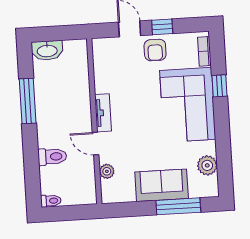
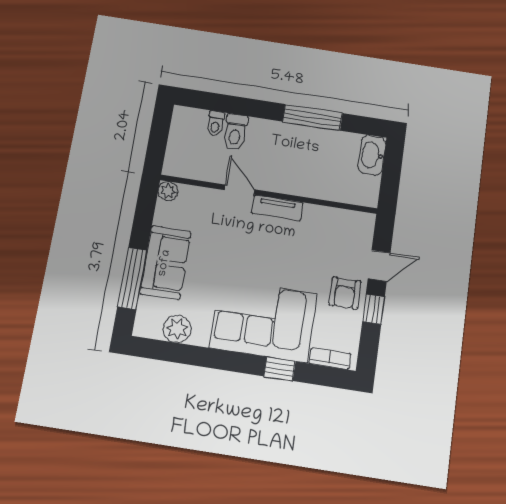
armchair: (155, 50) -> (345, 293), turned -90
door: (96, 144) -> (239, 190), hinge flipped
plant: (107, 171) -> (168, 191), moved
toilet: (51, 201) -> (215, 124), moved

